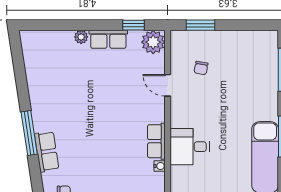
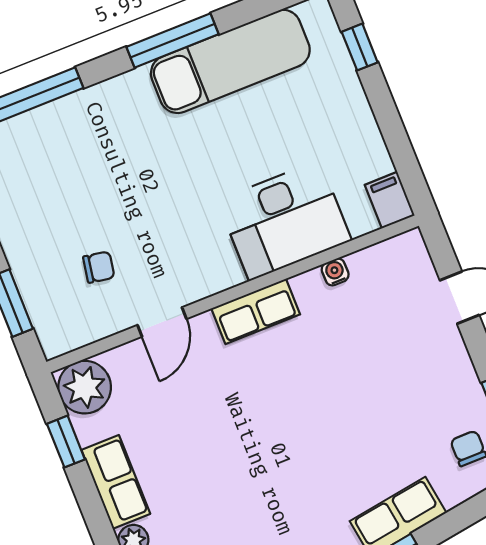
row of seats: (156, 141) -> (256, 311), moved
desk: (190, 147) -> (284, 220), width x1.37

